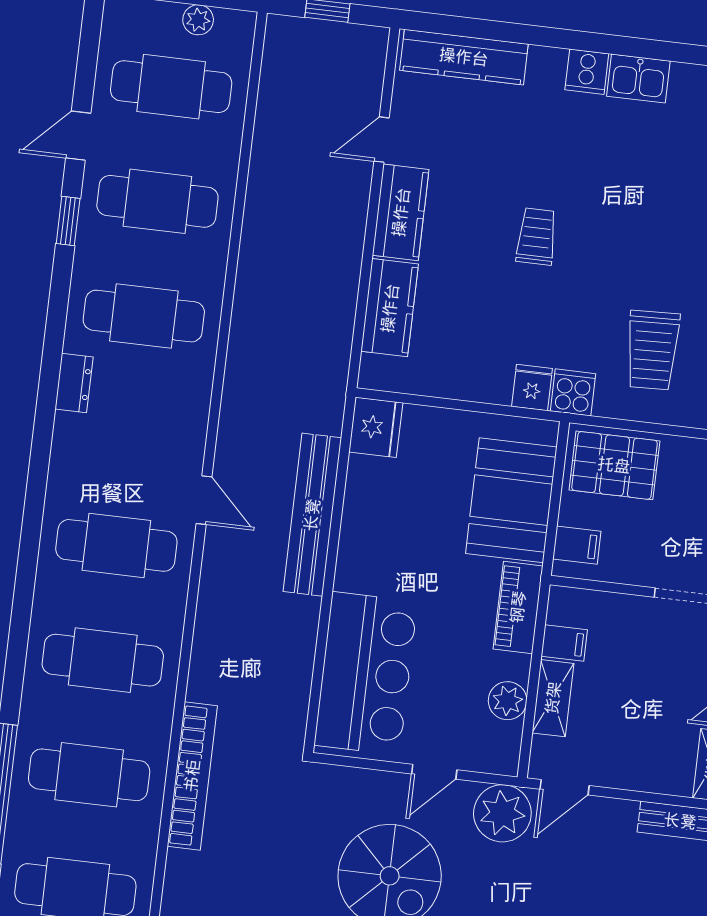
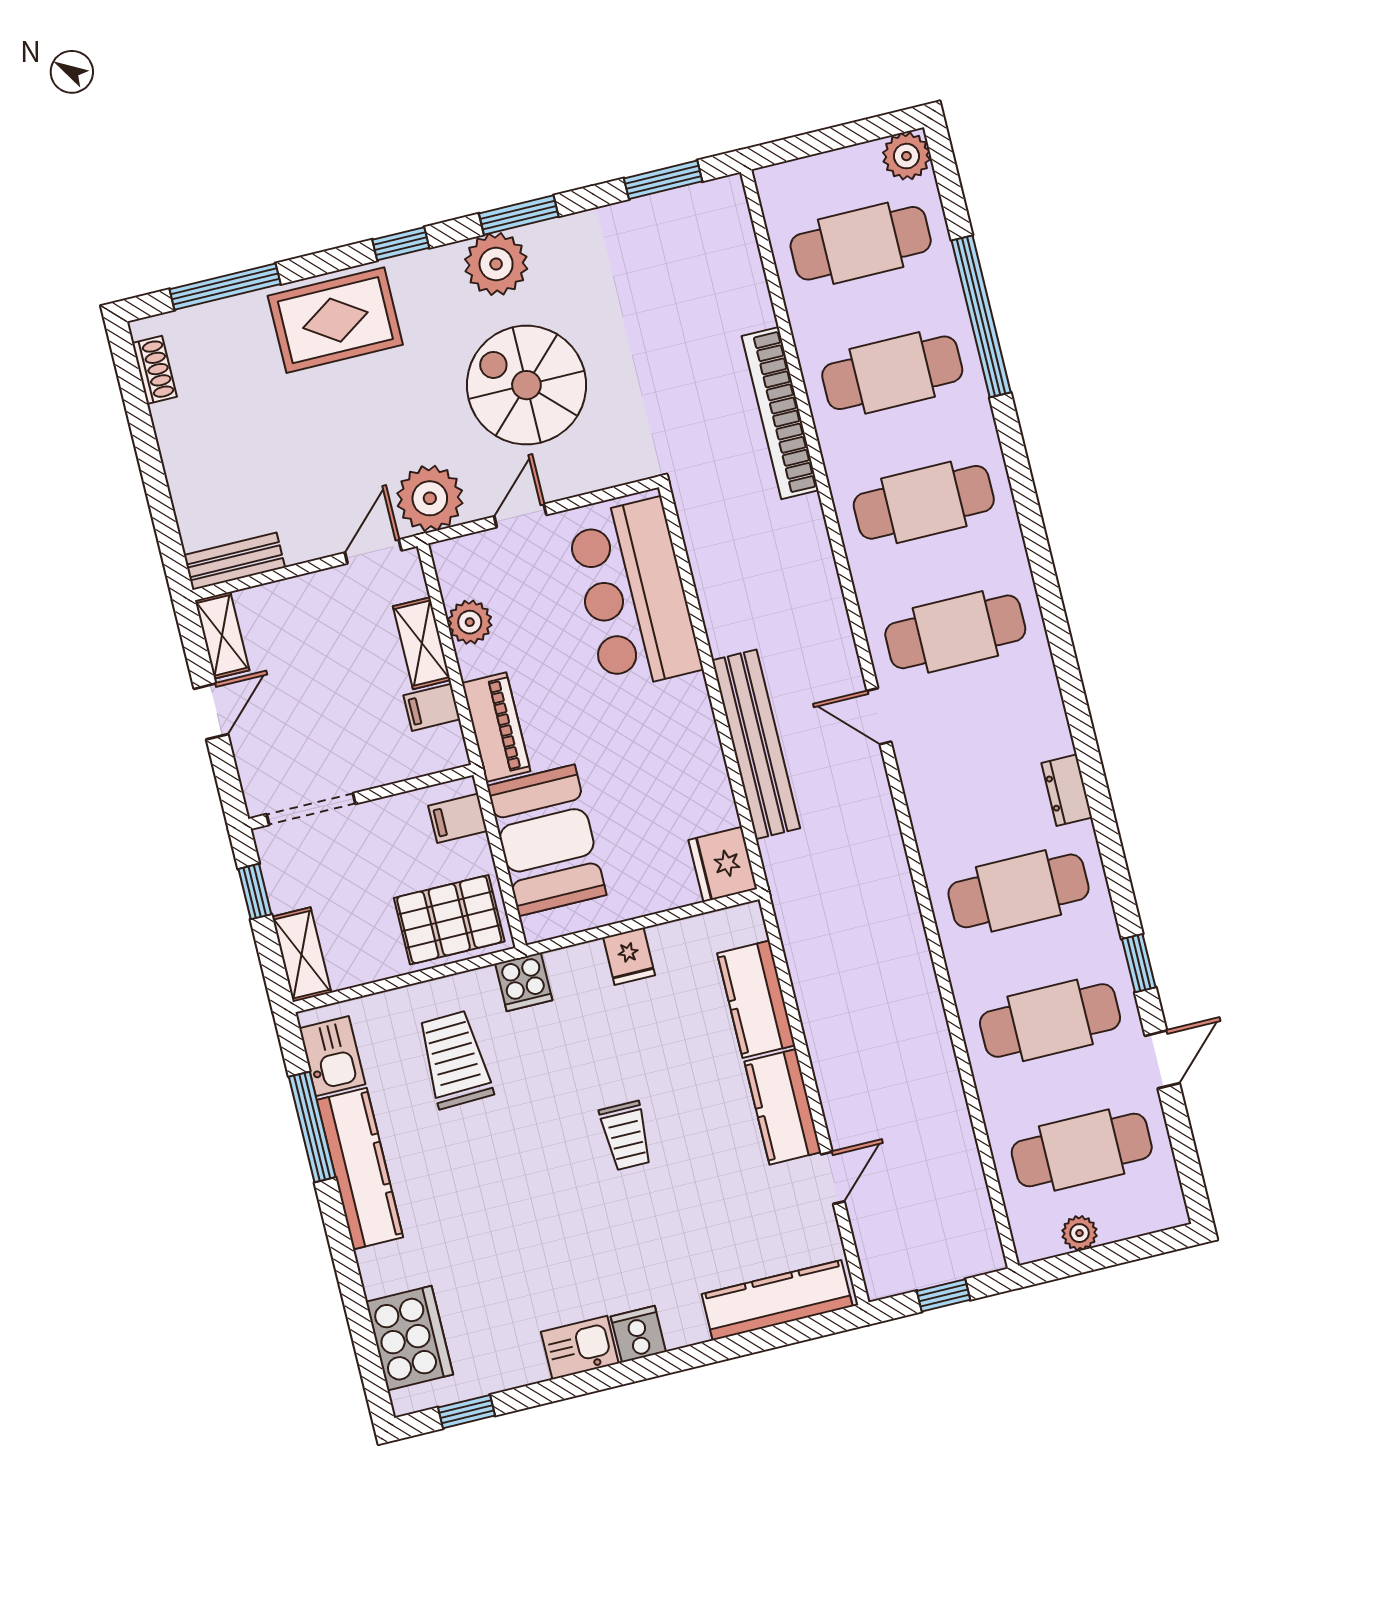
fridge: (532, 387) -> (629, 956), moved

